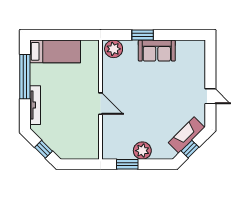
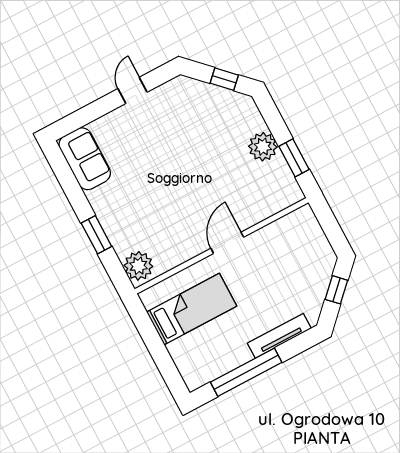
bed: (55, 51) -> (192, 309), moved, turned 90
sofa: (157, 51) -> (85, 159), moved
fireplace: (186, 135) -> (207, 95), removed

